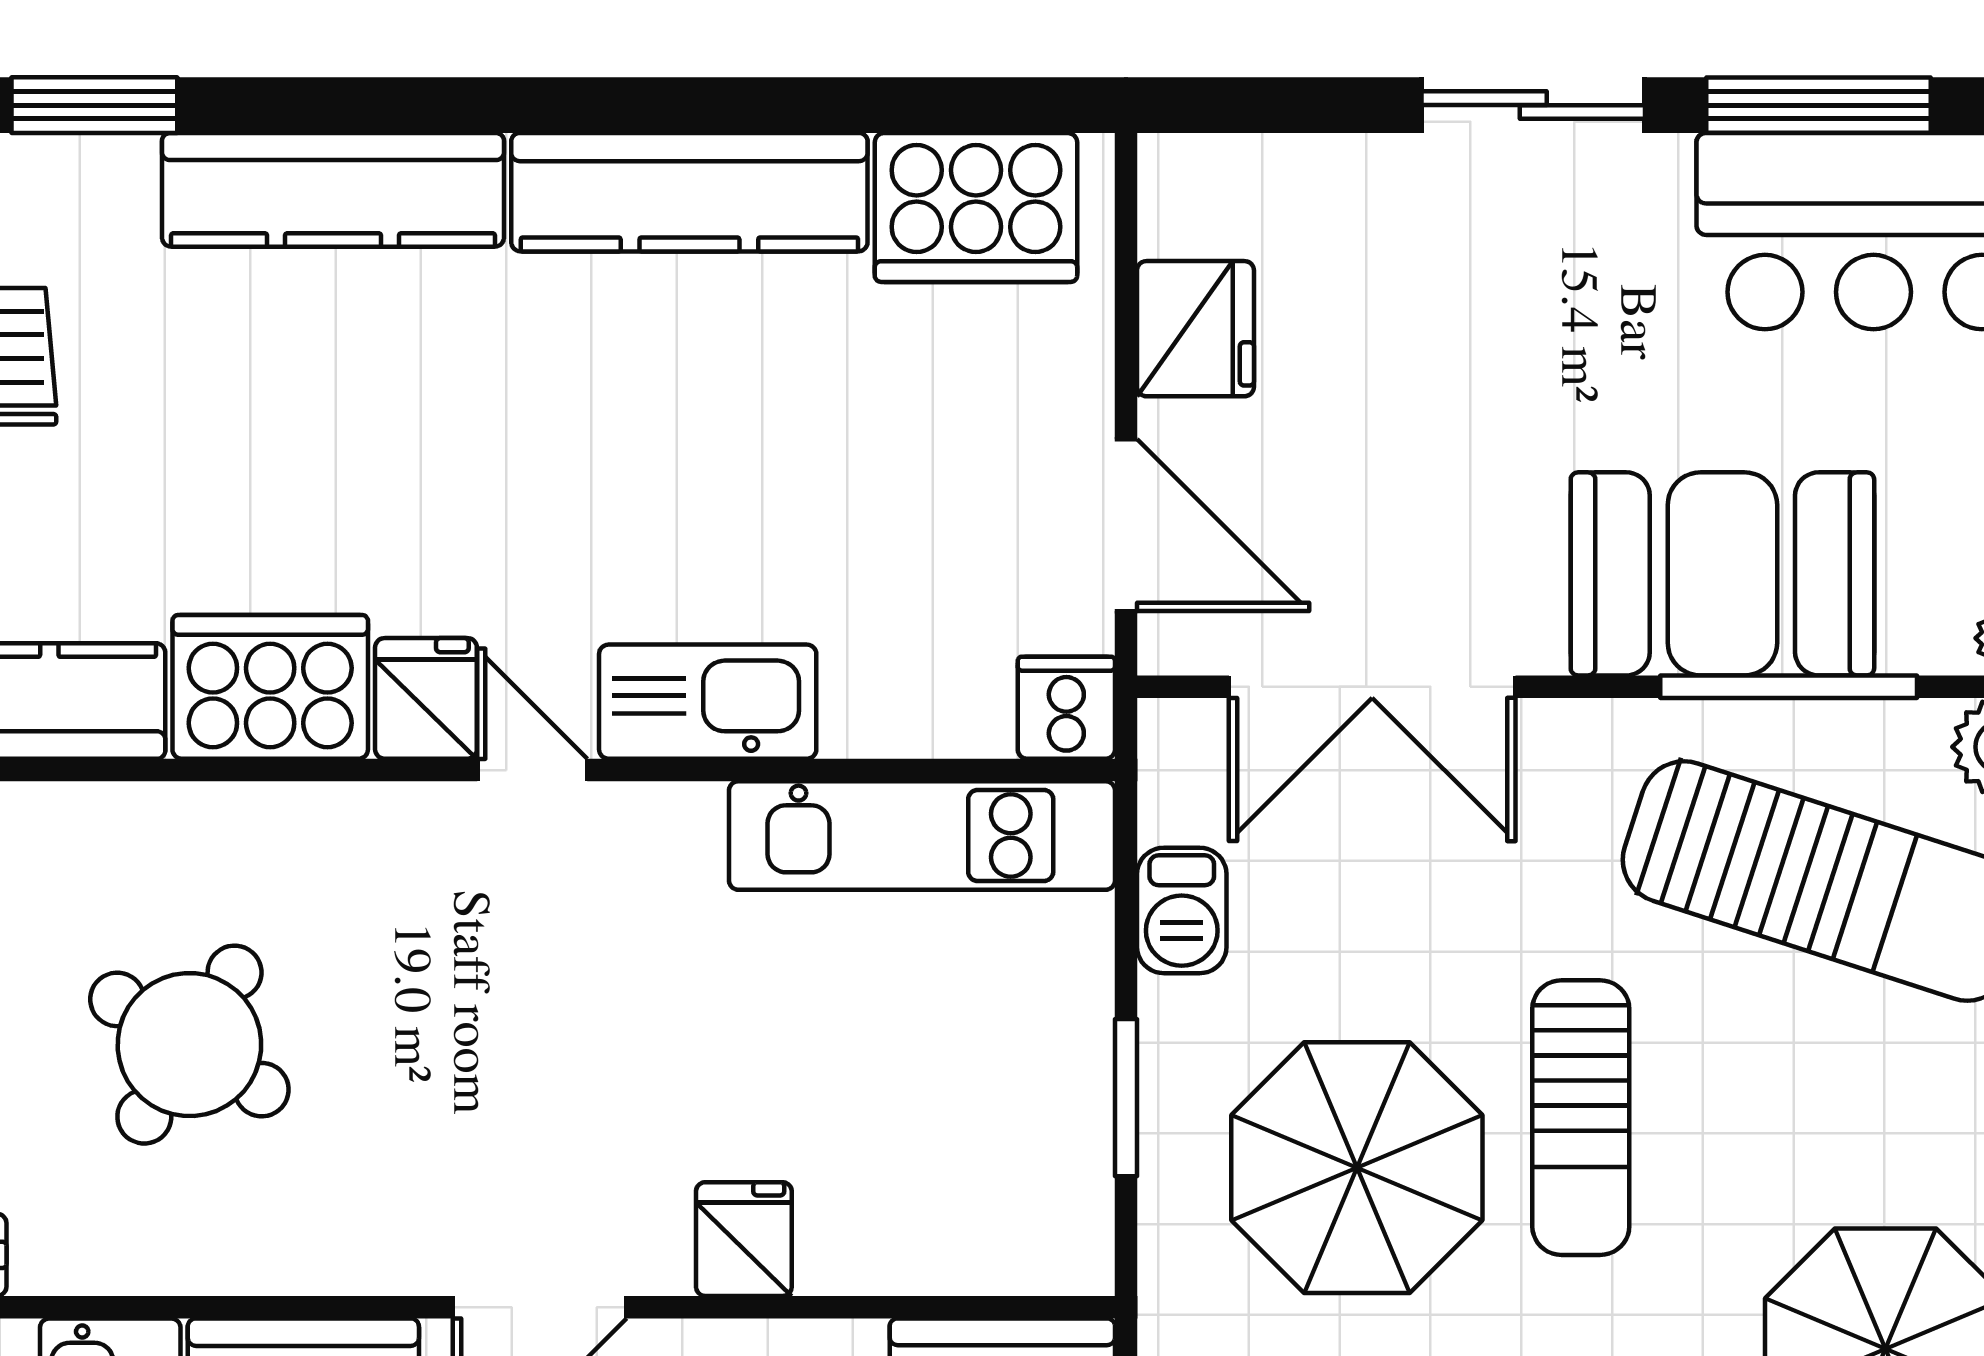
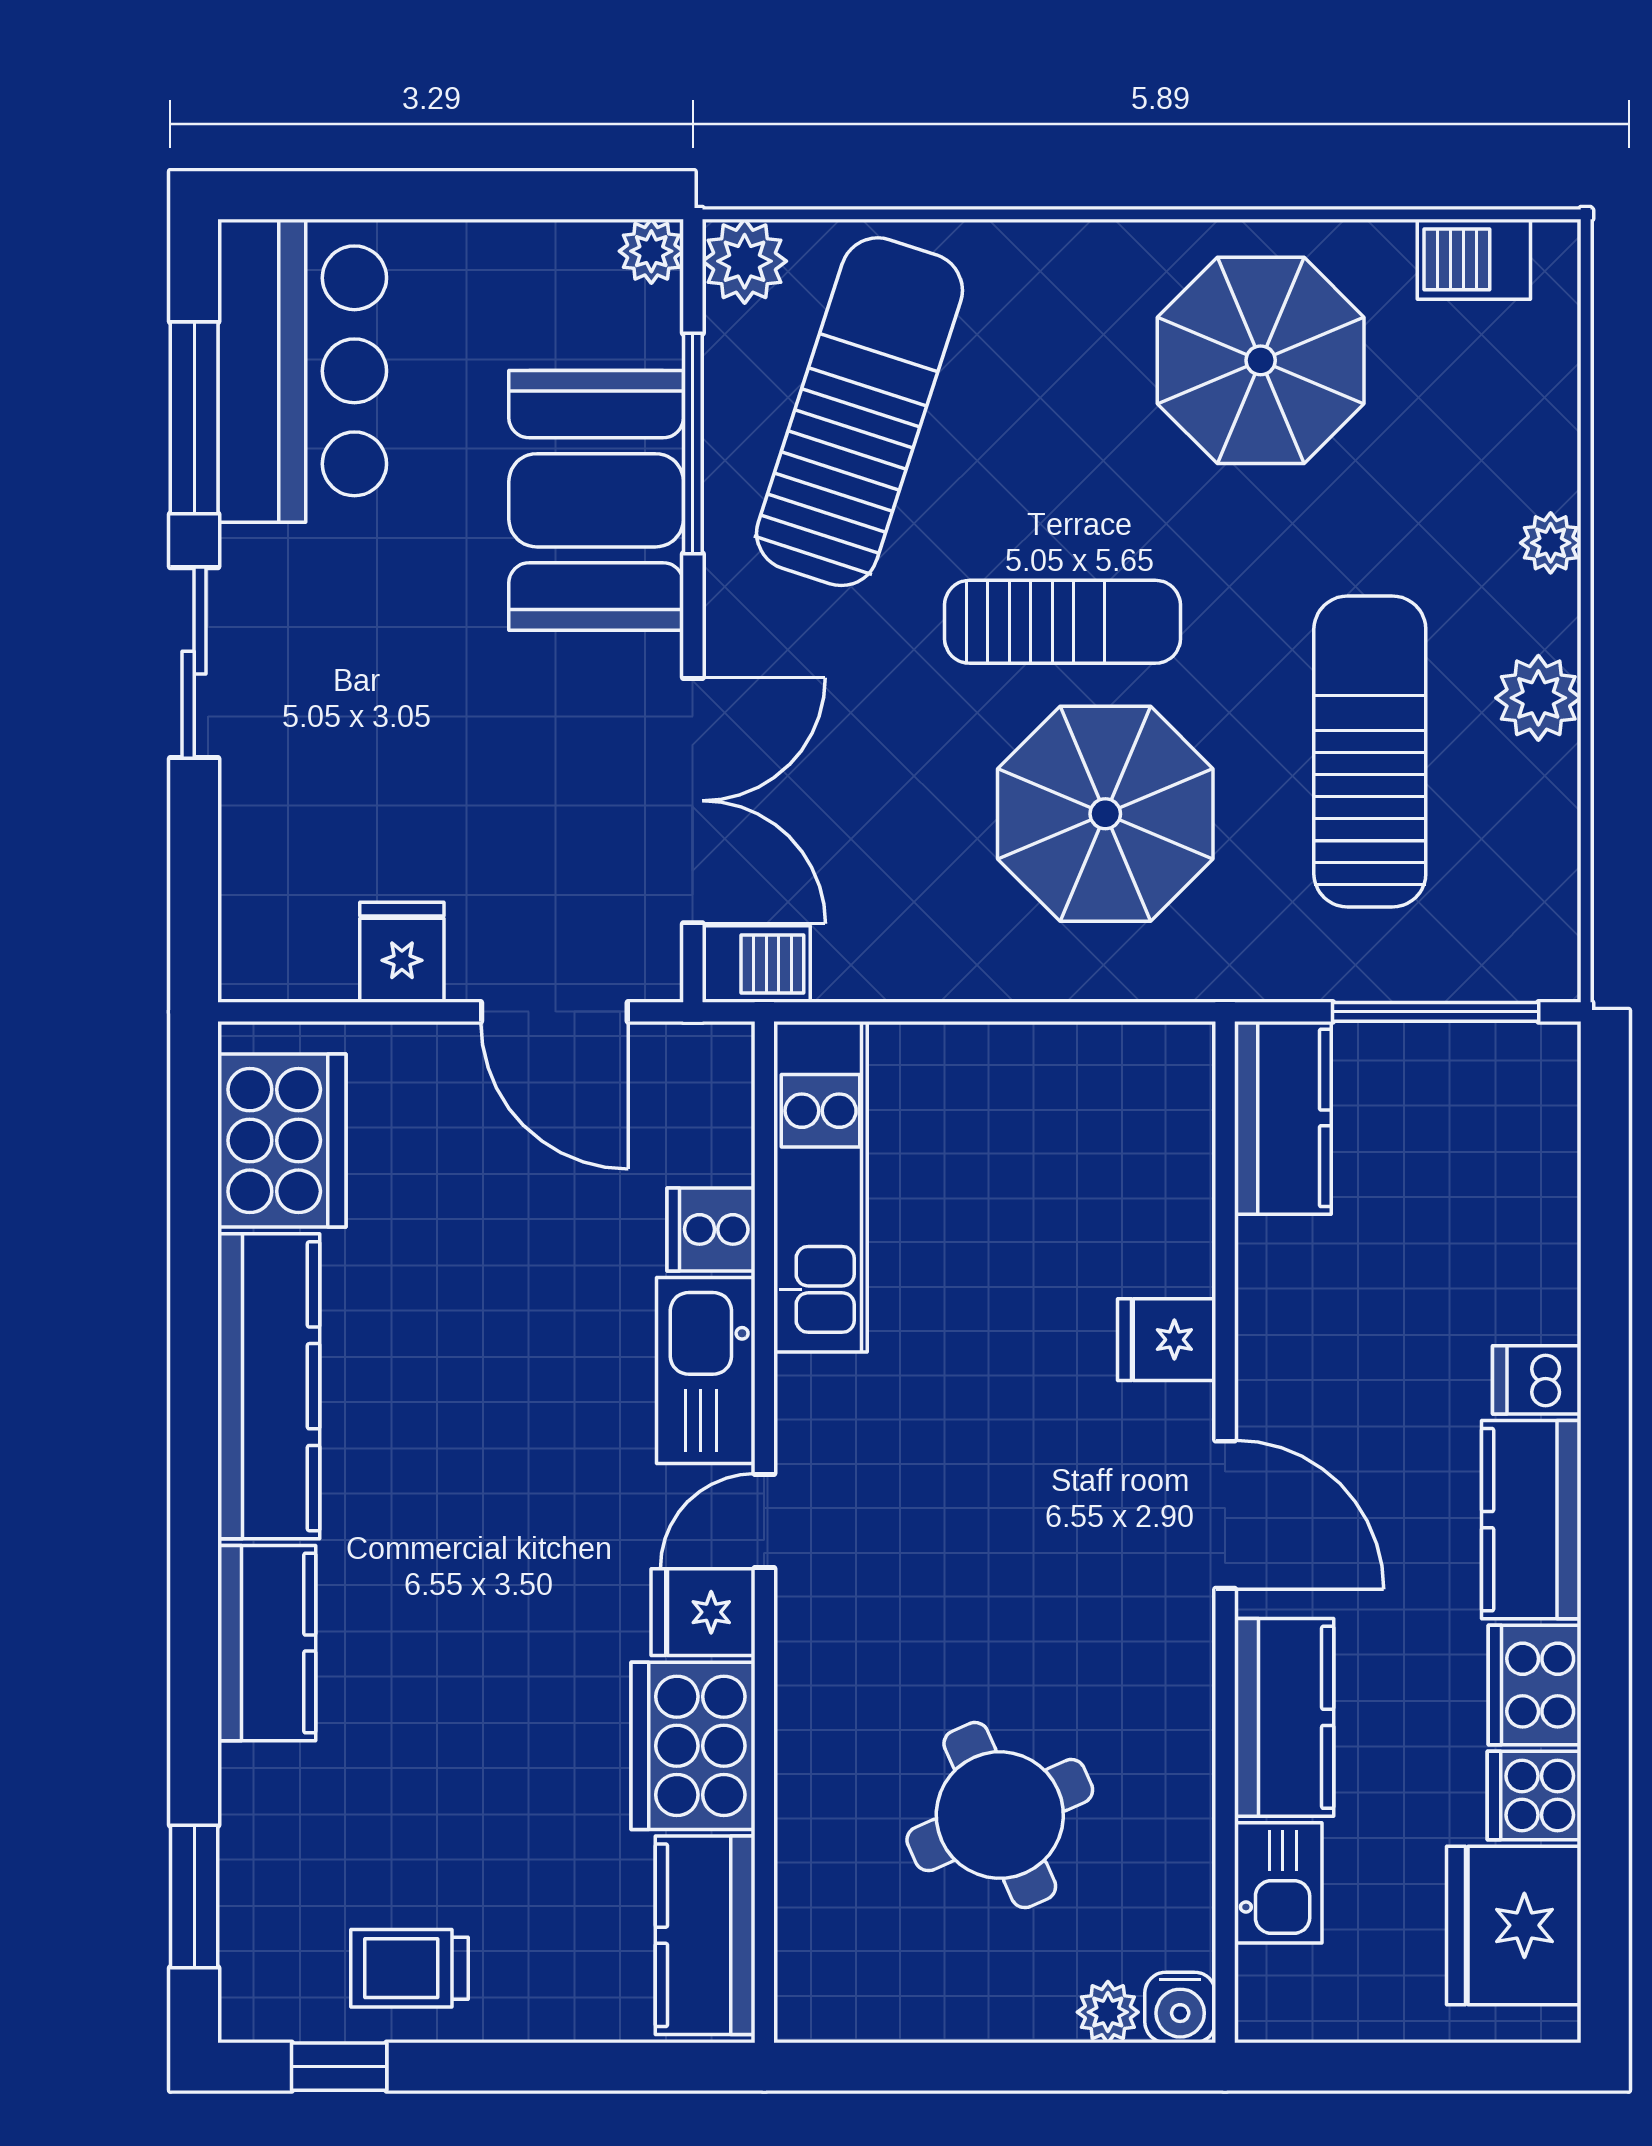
kitchen counter: (333, 190) -> (267, 1643), width x0.67
fridge: (1195, 329) -> (402, 952), width x0.72
door: (1126, 525) -> (554, 1012), swing flipped
cooker: (1066, 708) -> (711, 1229), moved
barbecue: (1182, 910) -> (756, 964), moved
round table: (189, 1045) -> (1000, 1815), turned 34
window: (1126, 1098) -> (1045, 1012), removed

